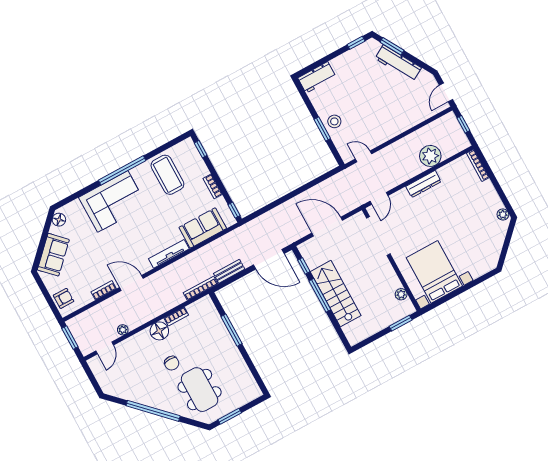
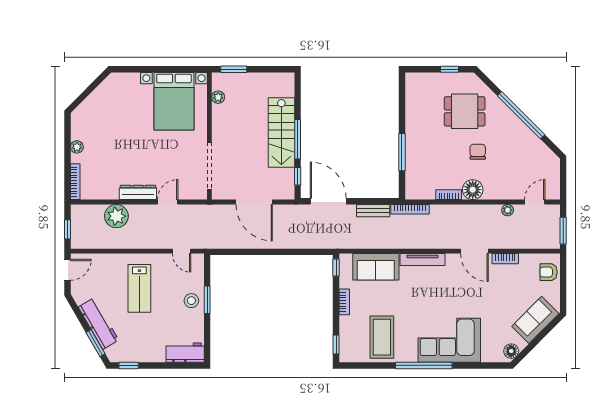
lab bench: (381, 109) -> (139, 288), added
door: (379, 198) -> (168, 202), moved
plant: (503, 214) -> (77, 147), moved
dining table: (200, 390) -> (465, 111), width x0.73
window: (230, 416) -> (449, 69), width x0.67

